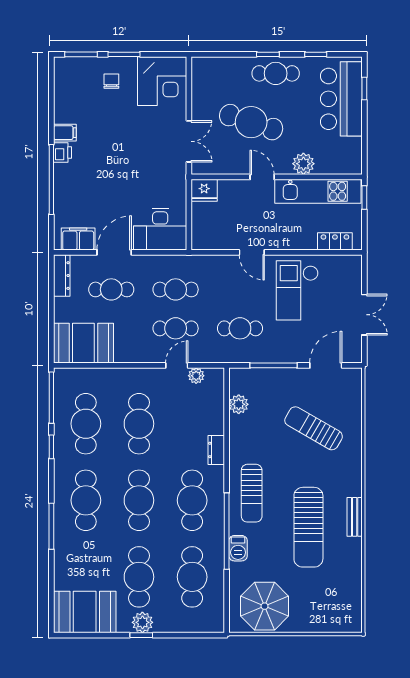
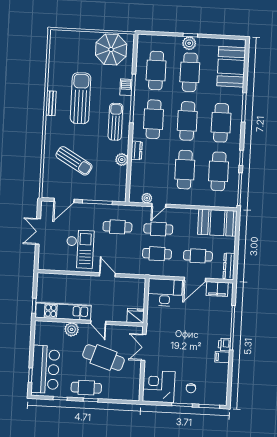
locker: (335, 241) -> (54, 279), removed
plant: (239, 404) -> (122, 160), moved
booth: (85, 612) -> (231, 67), moved, turned 90

